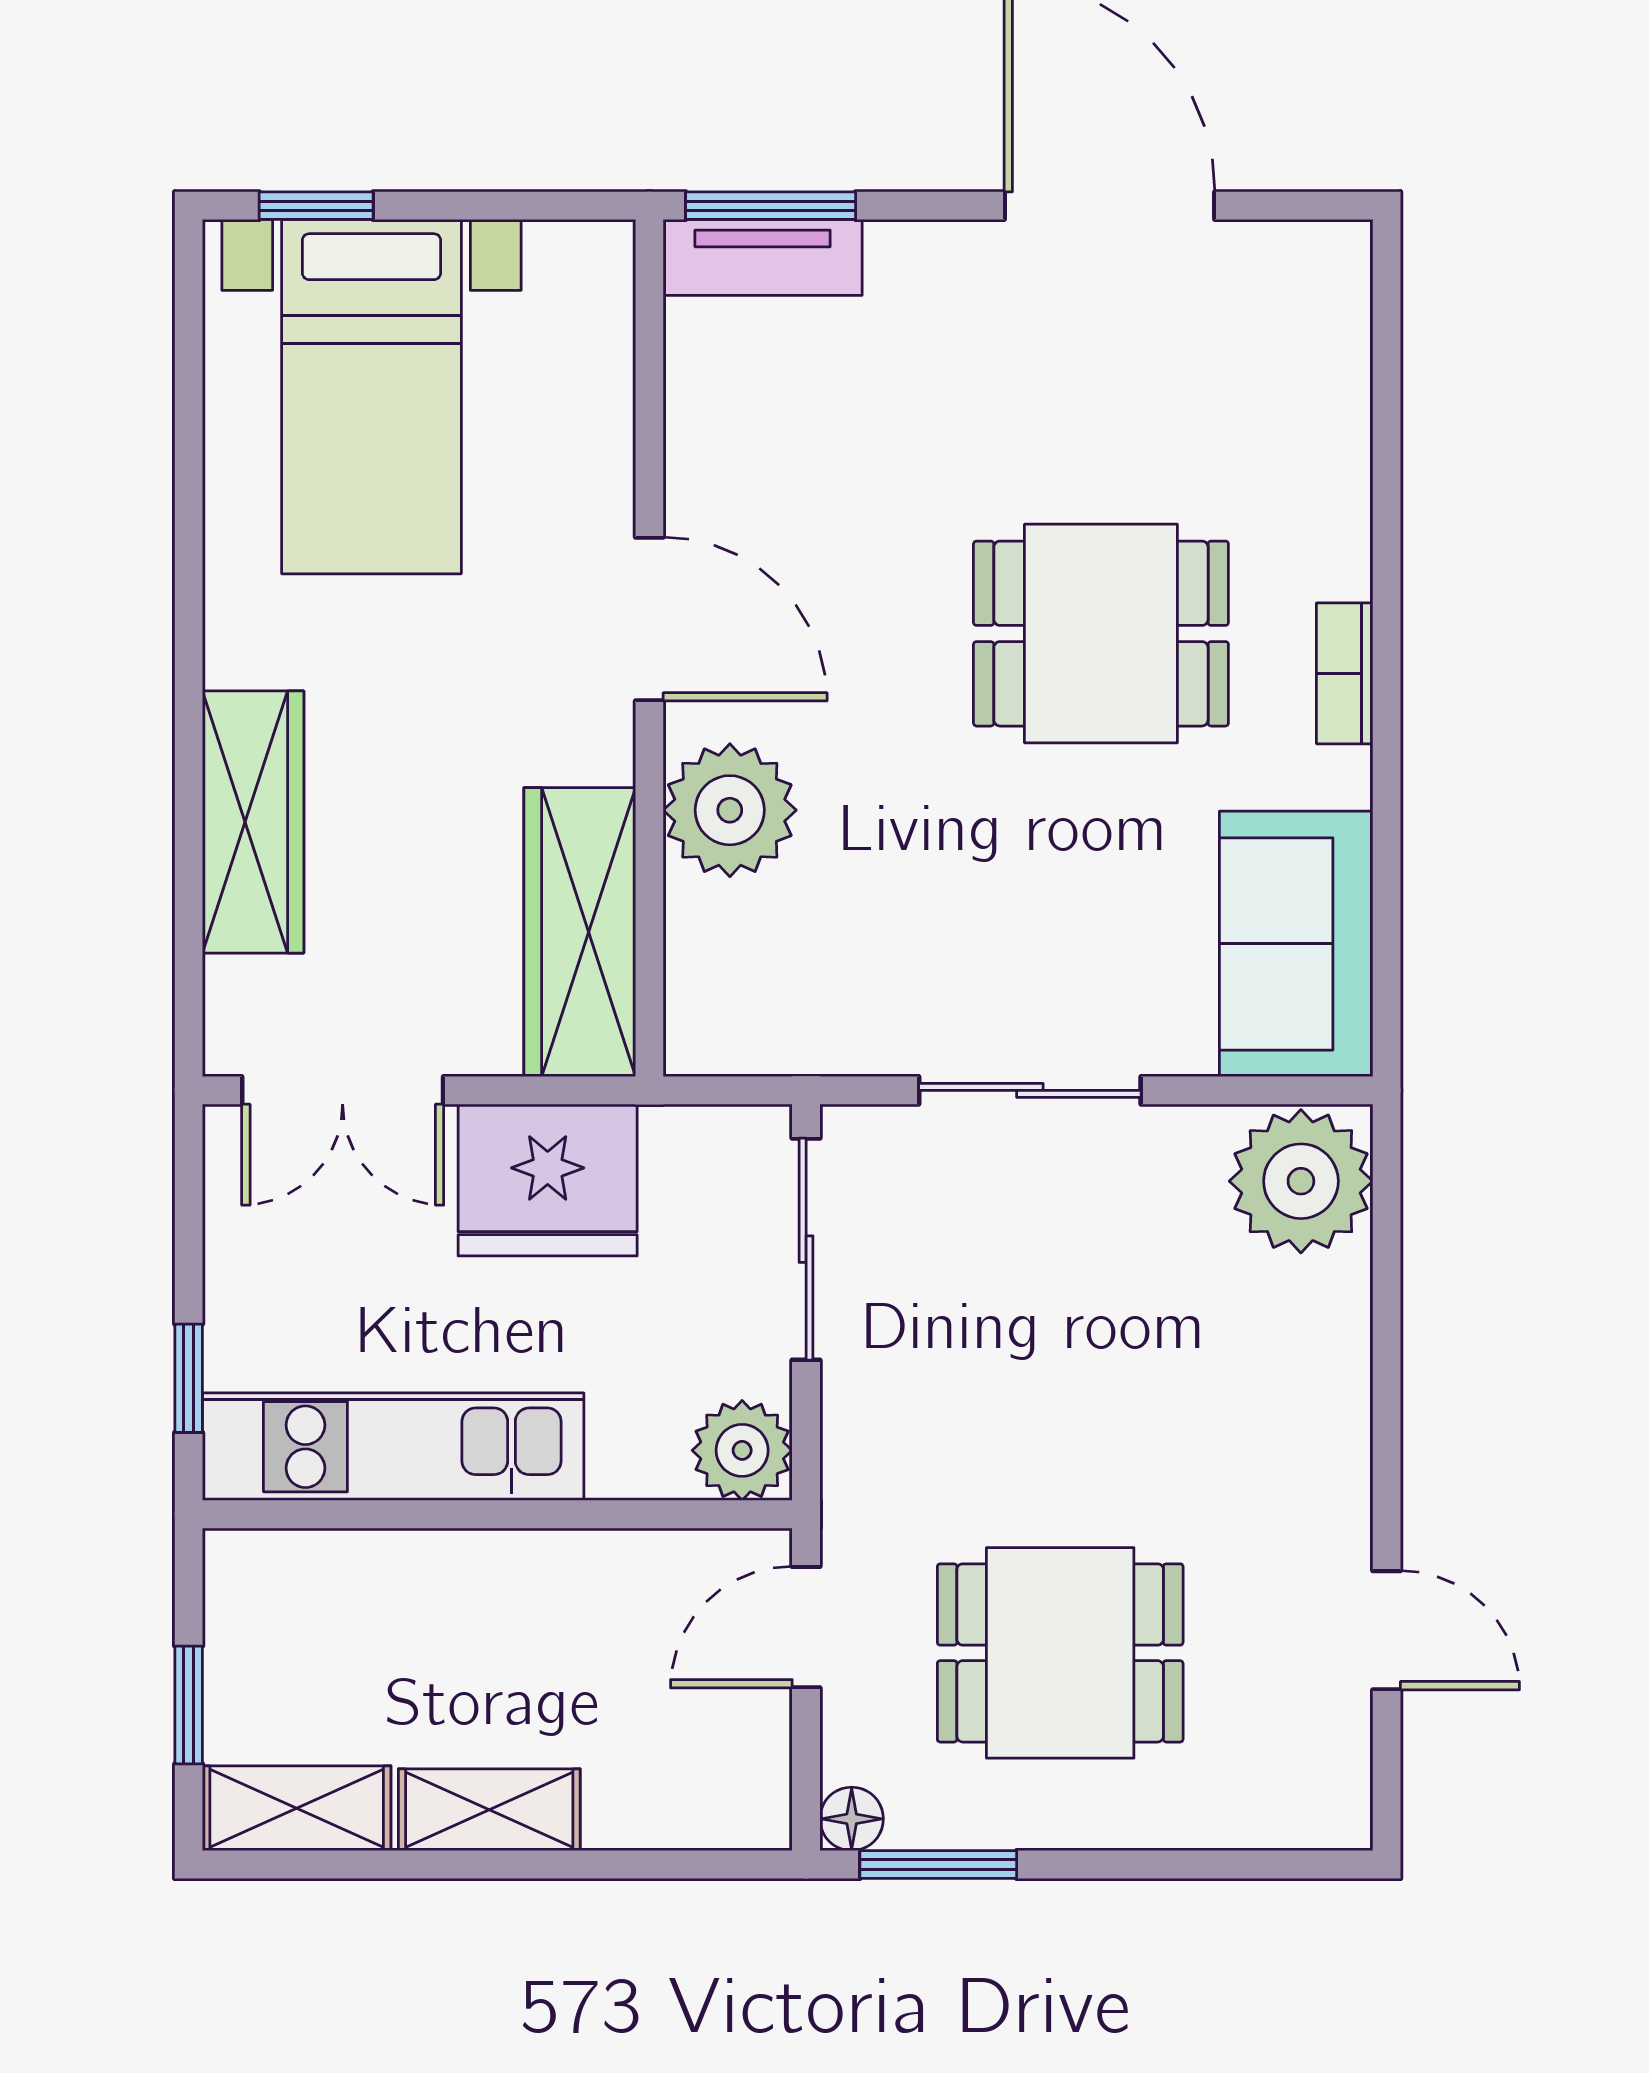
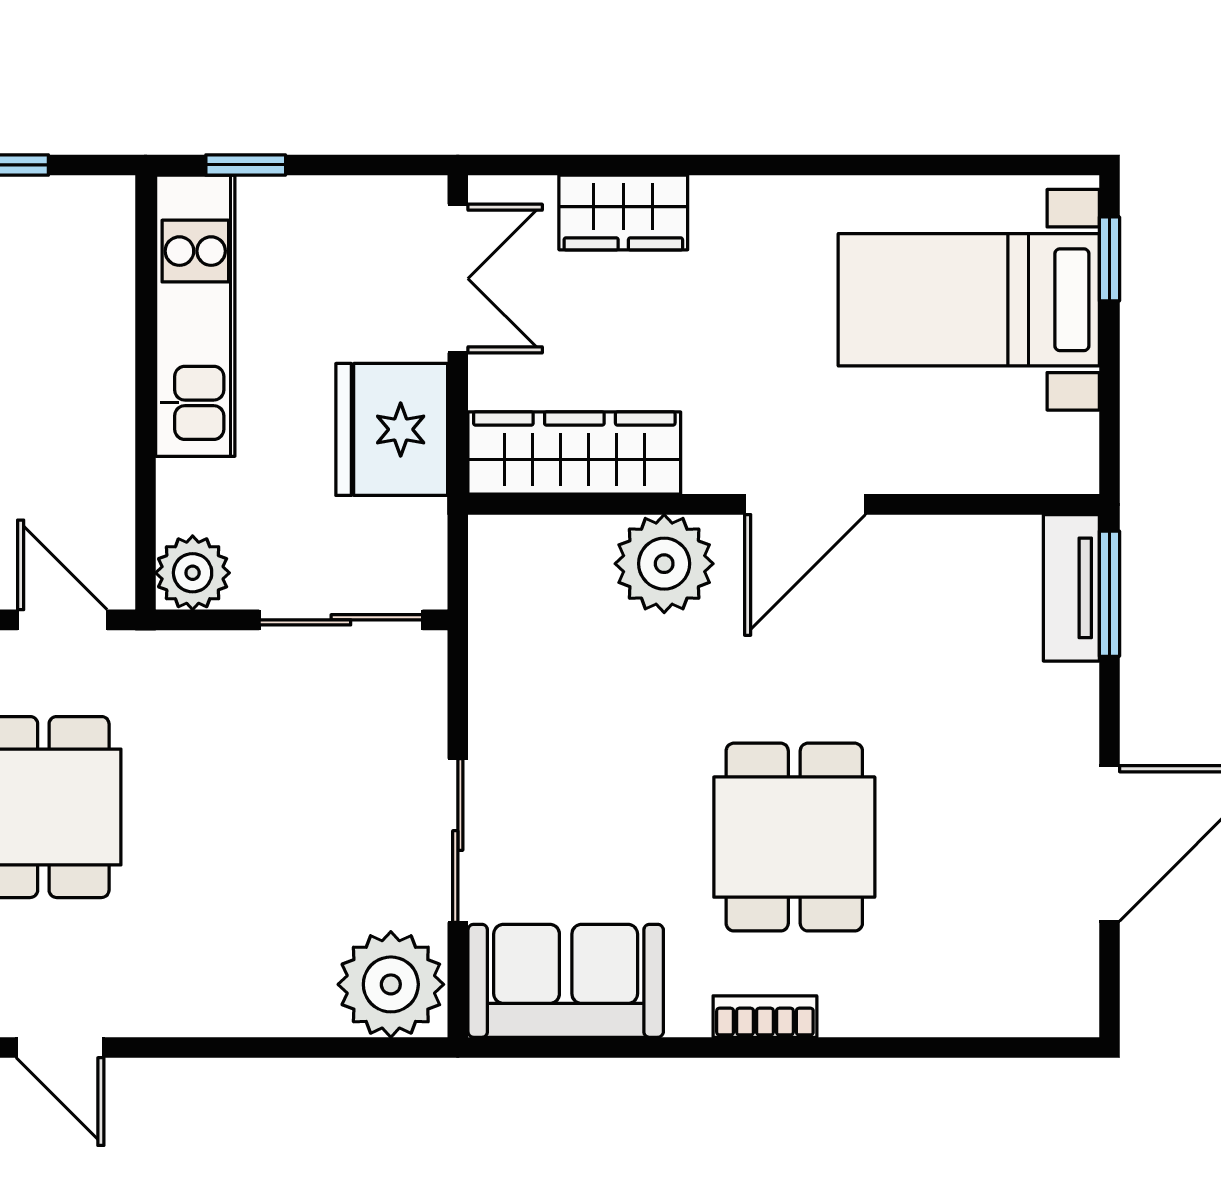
wardrobe: (253, 822) -> (623, 213), width x0.67
double door: (343, 1090) -> (458, 279), swing flipped
sliding door: (1030, 1090) -> (458, 840), moved
door: (1387, 1630) -> (60, 1047), hinge flipped

